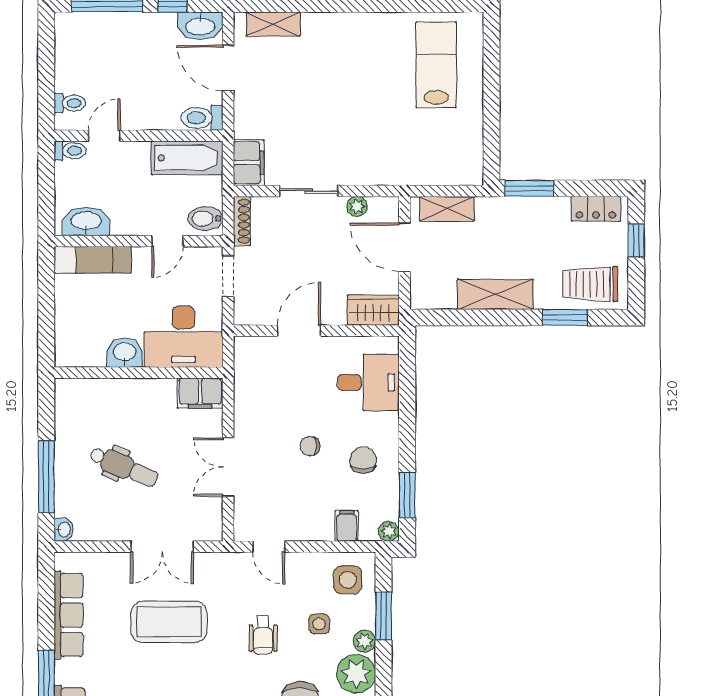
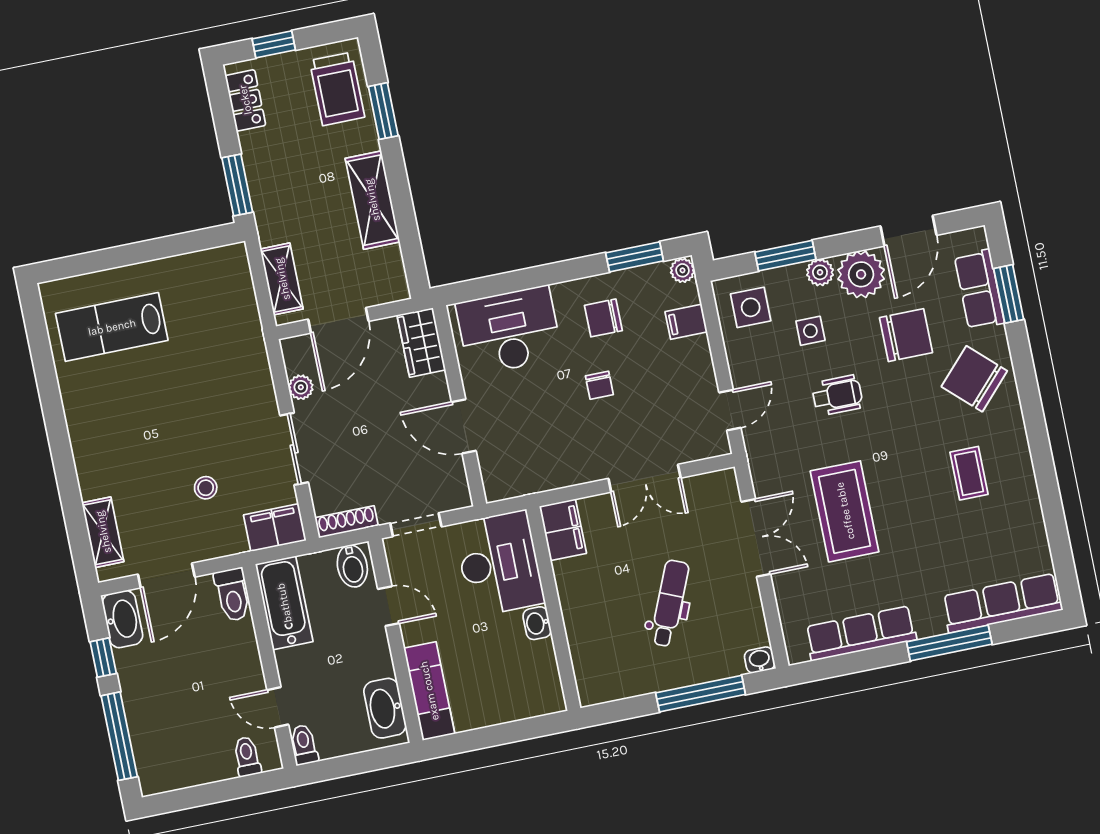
stool: (292, 114) -> (206, 488), added
washbasin: (125, 353) -> (537, 623), width x0.72, depth x0.69
desk: (368, 382) -> (509, 331), width x1.37

